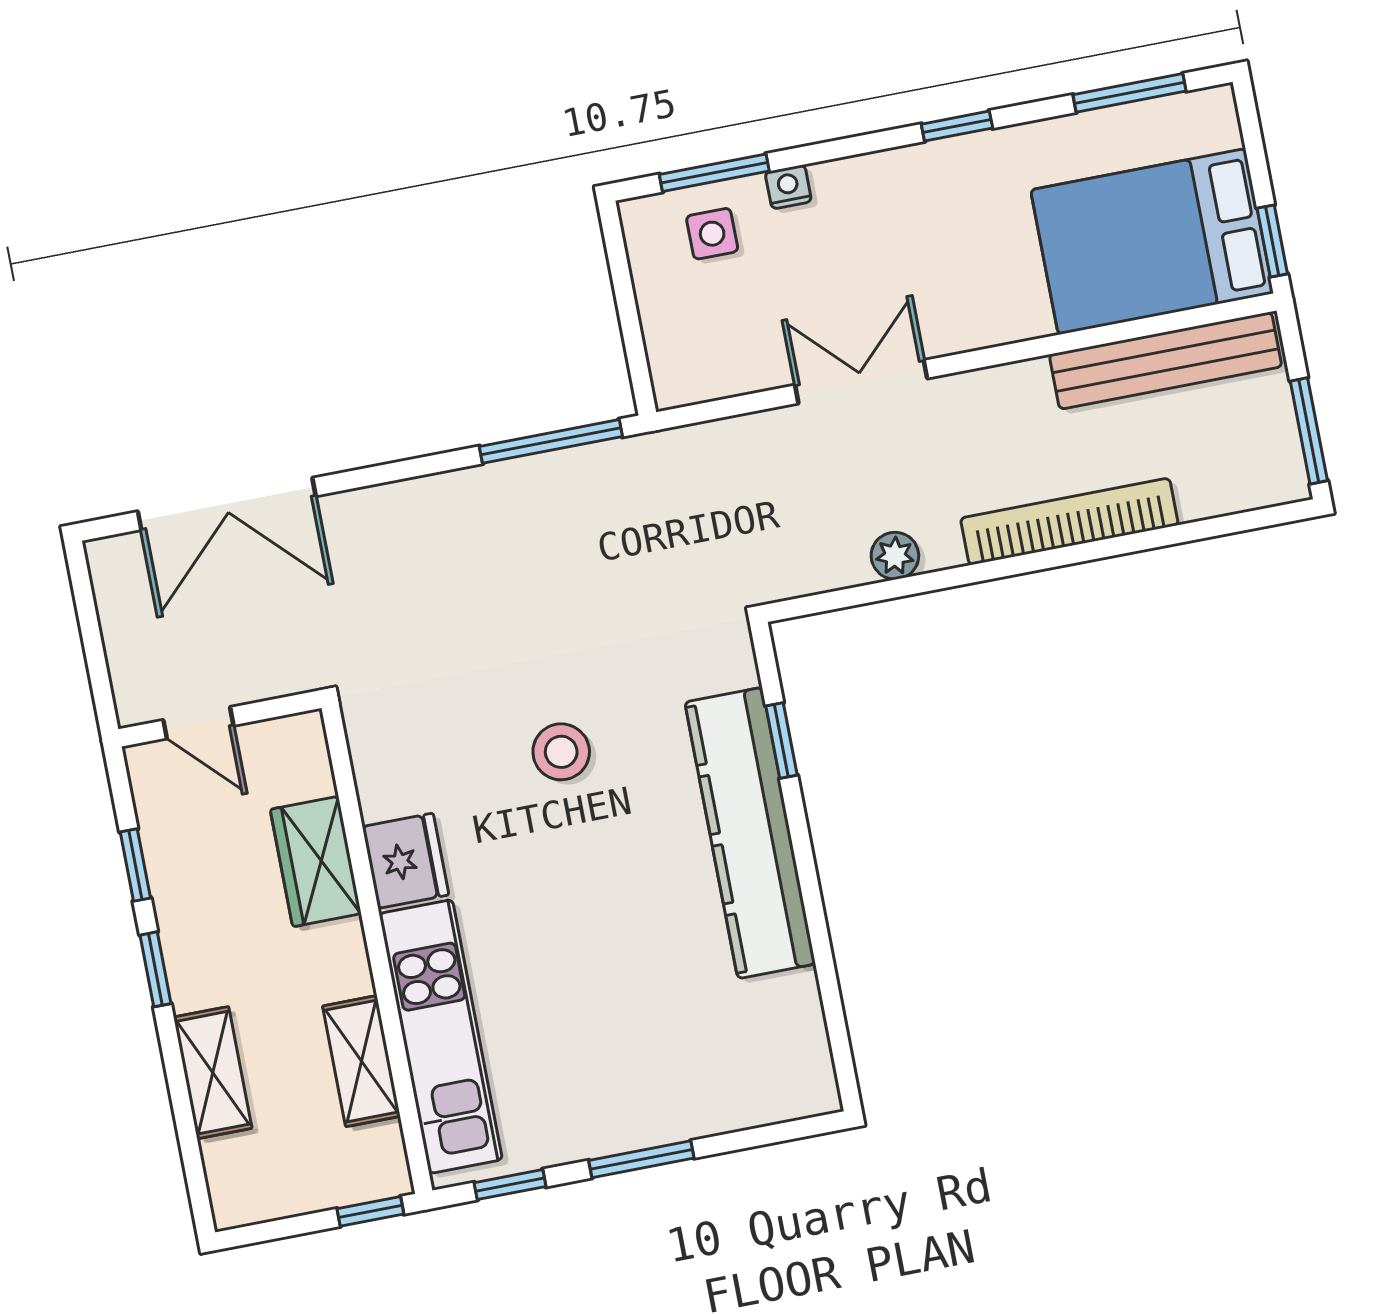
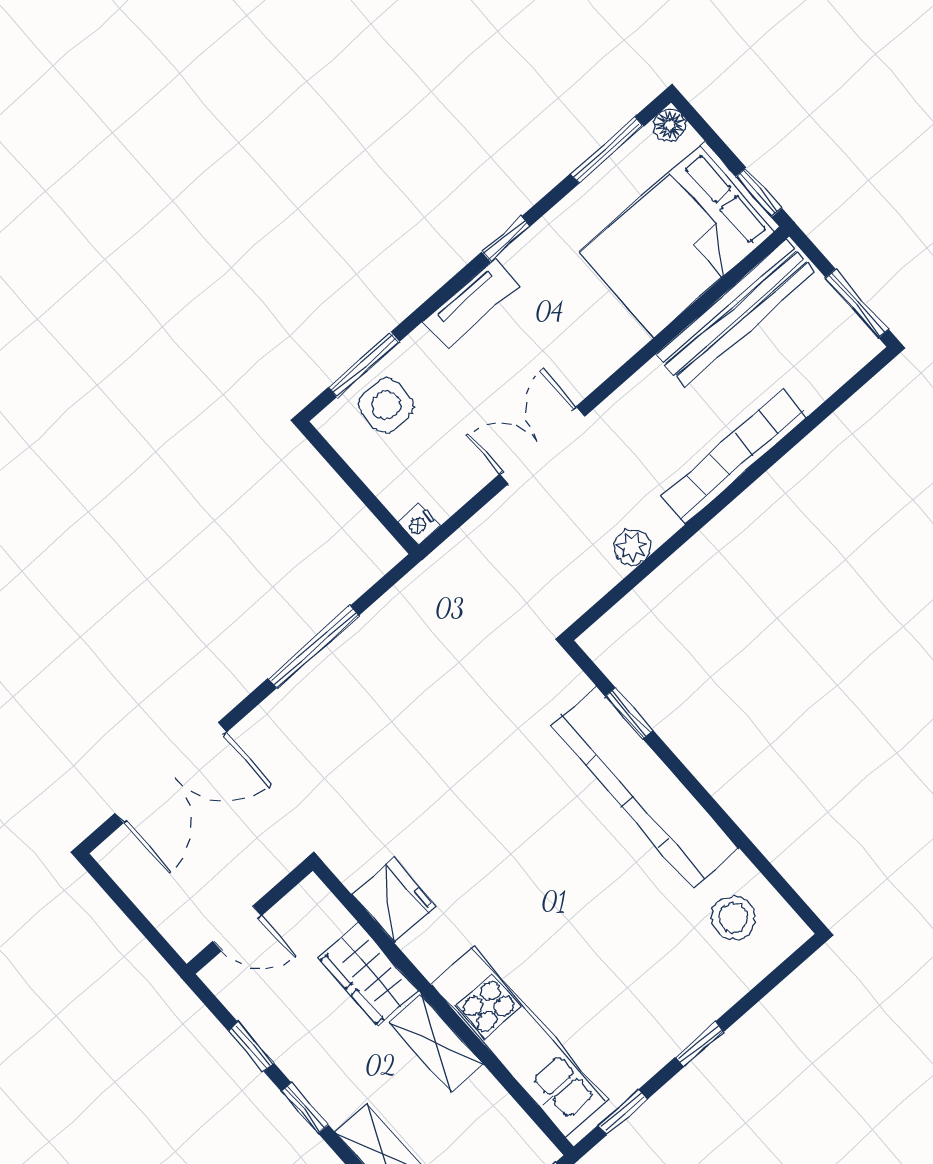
floor lamp: (1216, 106) -> (670, 125), added
tv unit: (875, 175) -> (471, 303), added
nightstand: (788, 187) -> (419, 524), moved, turned -90
side table: (712, 234) -> (386, 405), width x1.37, depth x1.37
window: (551, 441) -> (313, 647), moved
stool: (561, 752) -> (733, 918), moved
fridge: (406, 861) -> (394, 900), moved
shelving: (361, 1061) -> (437, 1043), moved
window: (641, 1159) -> (700, 1044), width x0.67

